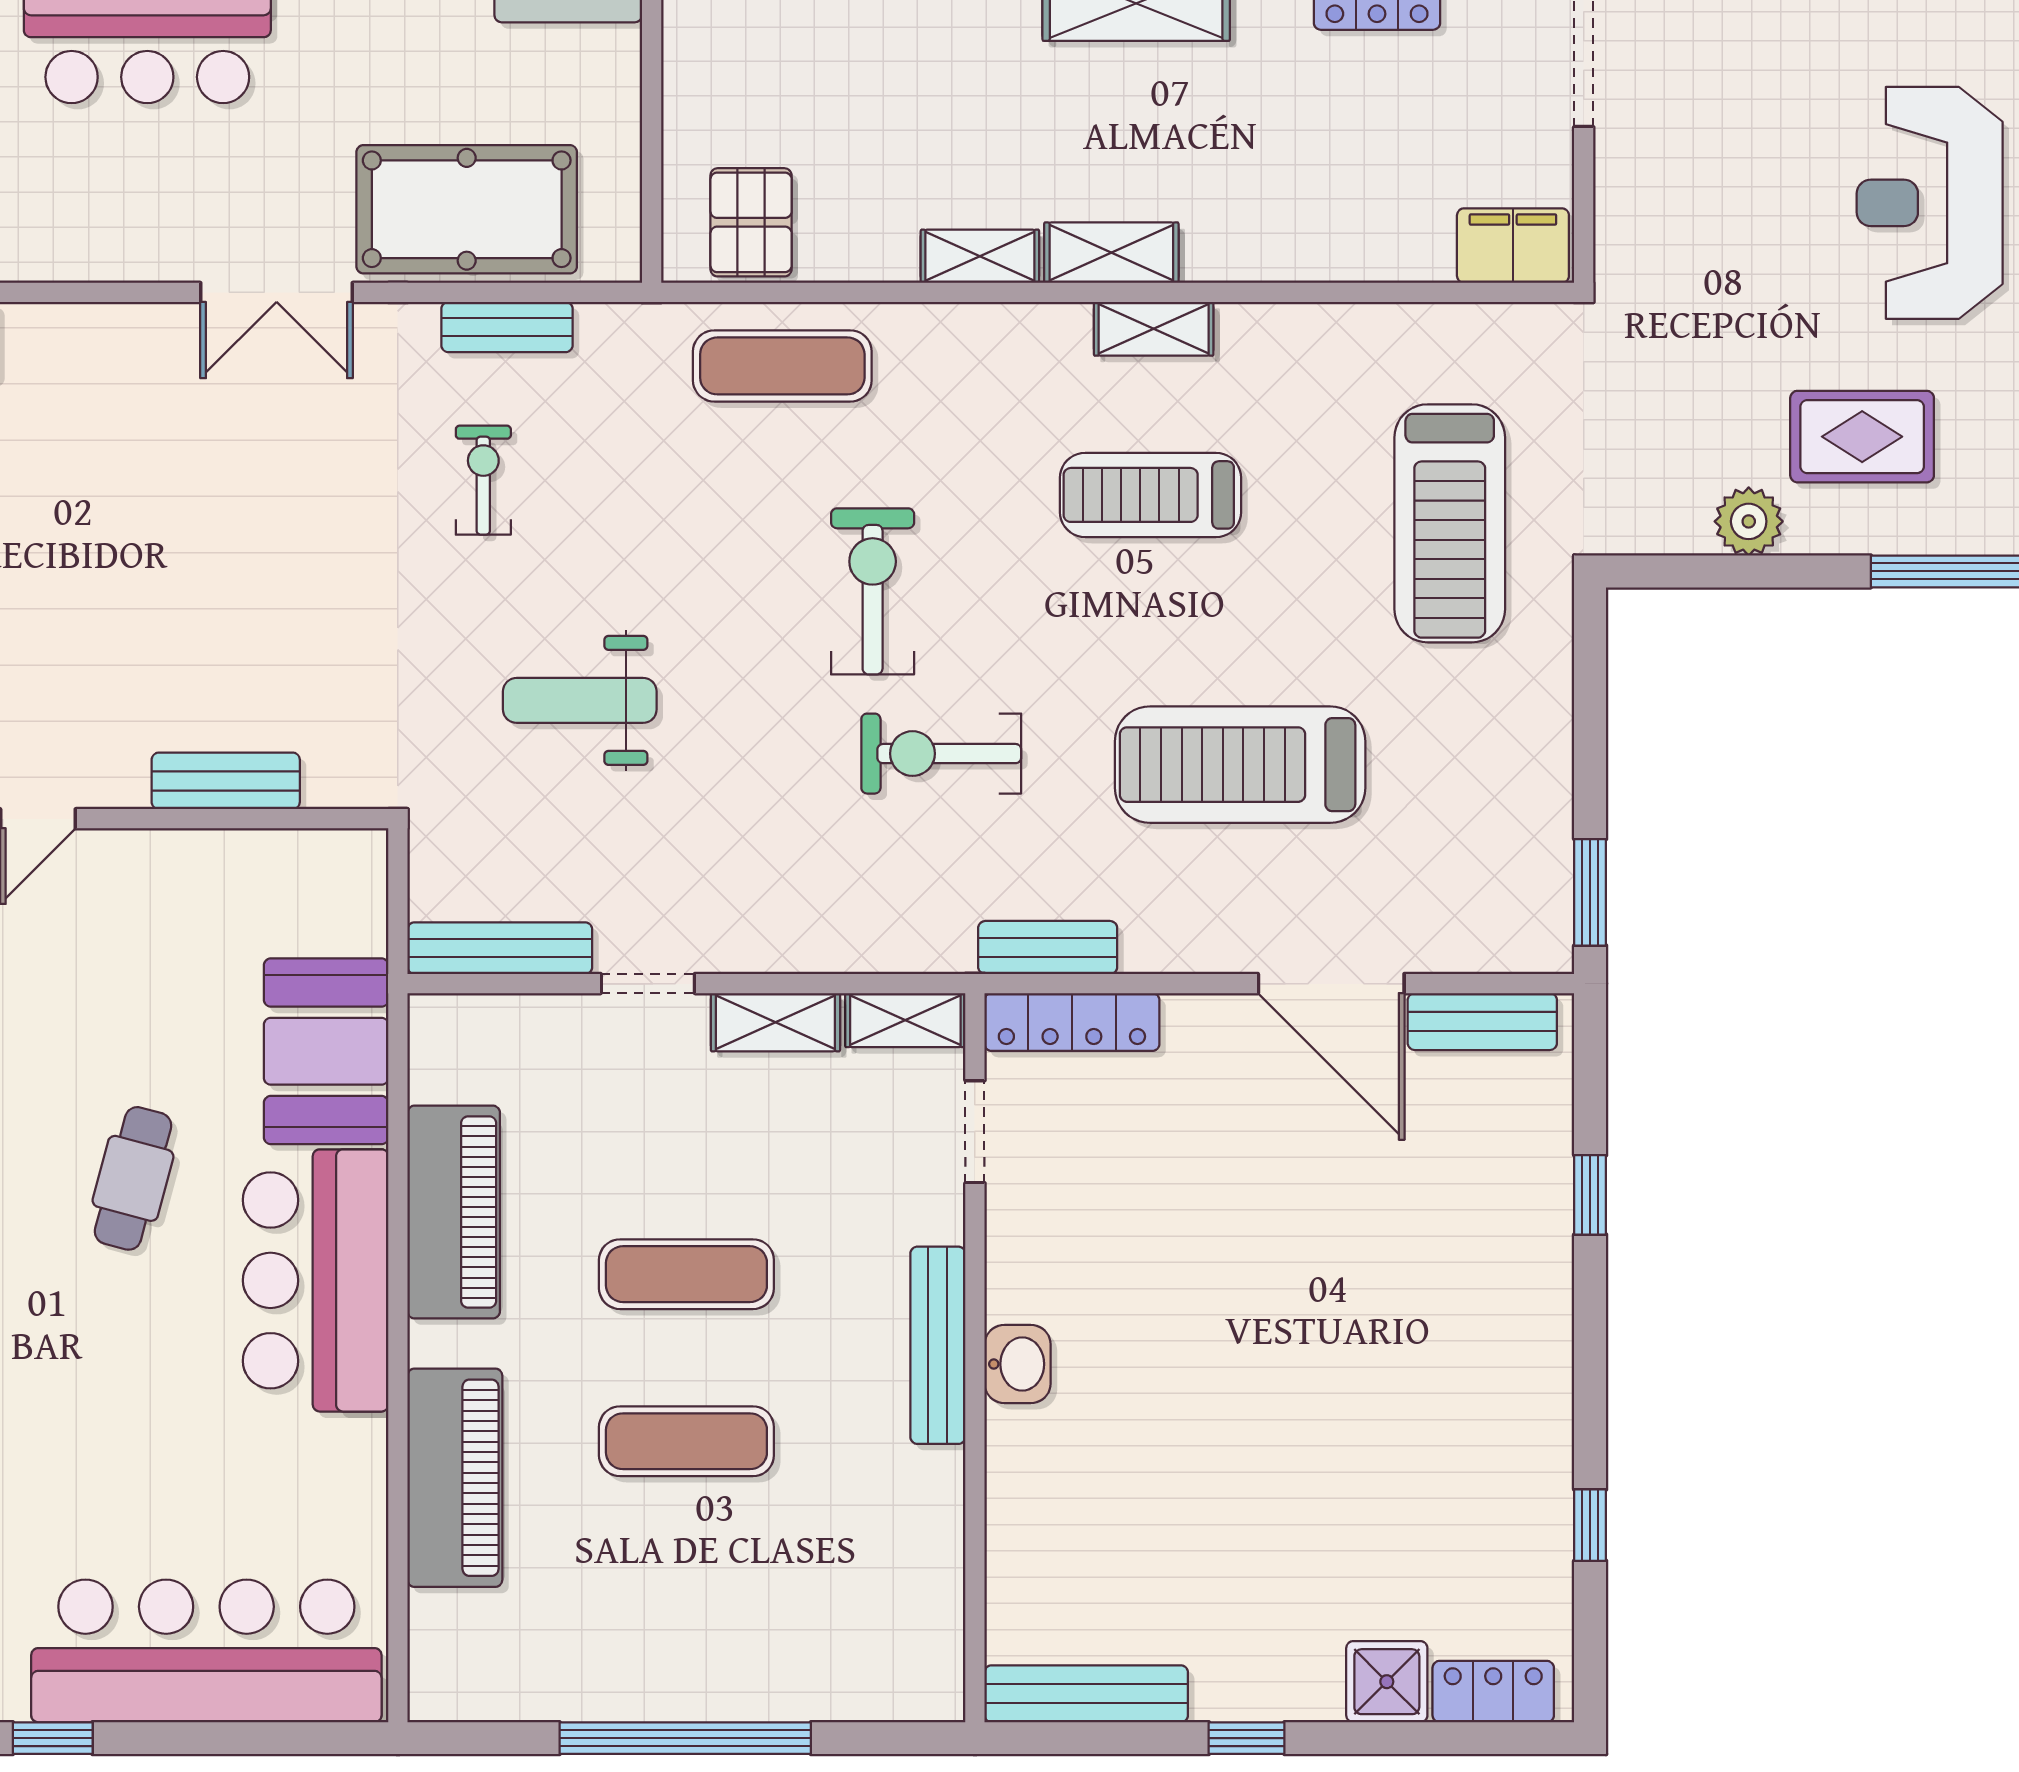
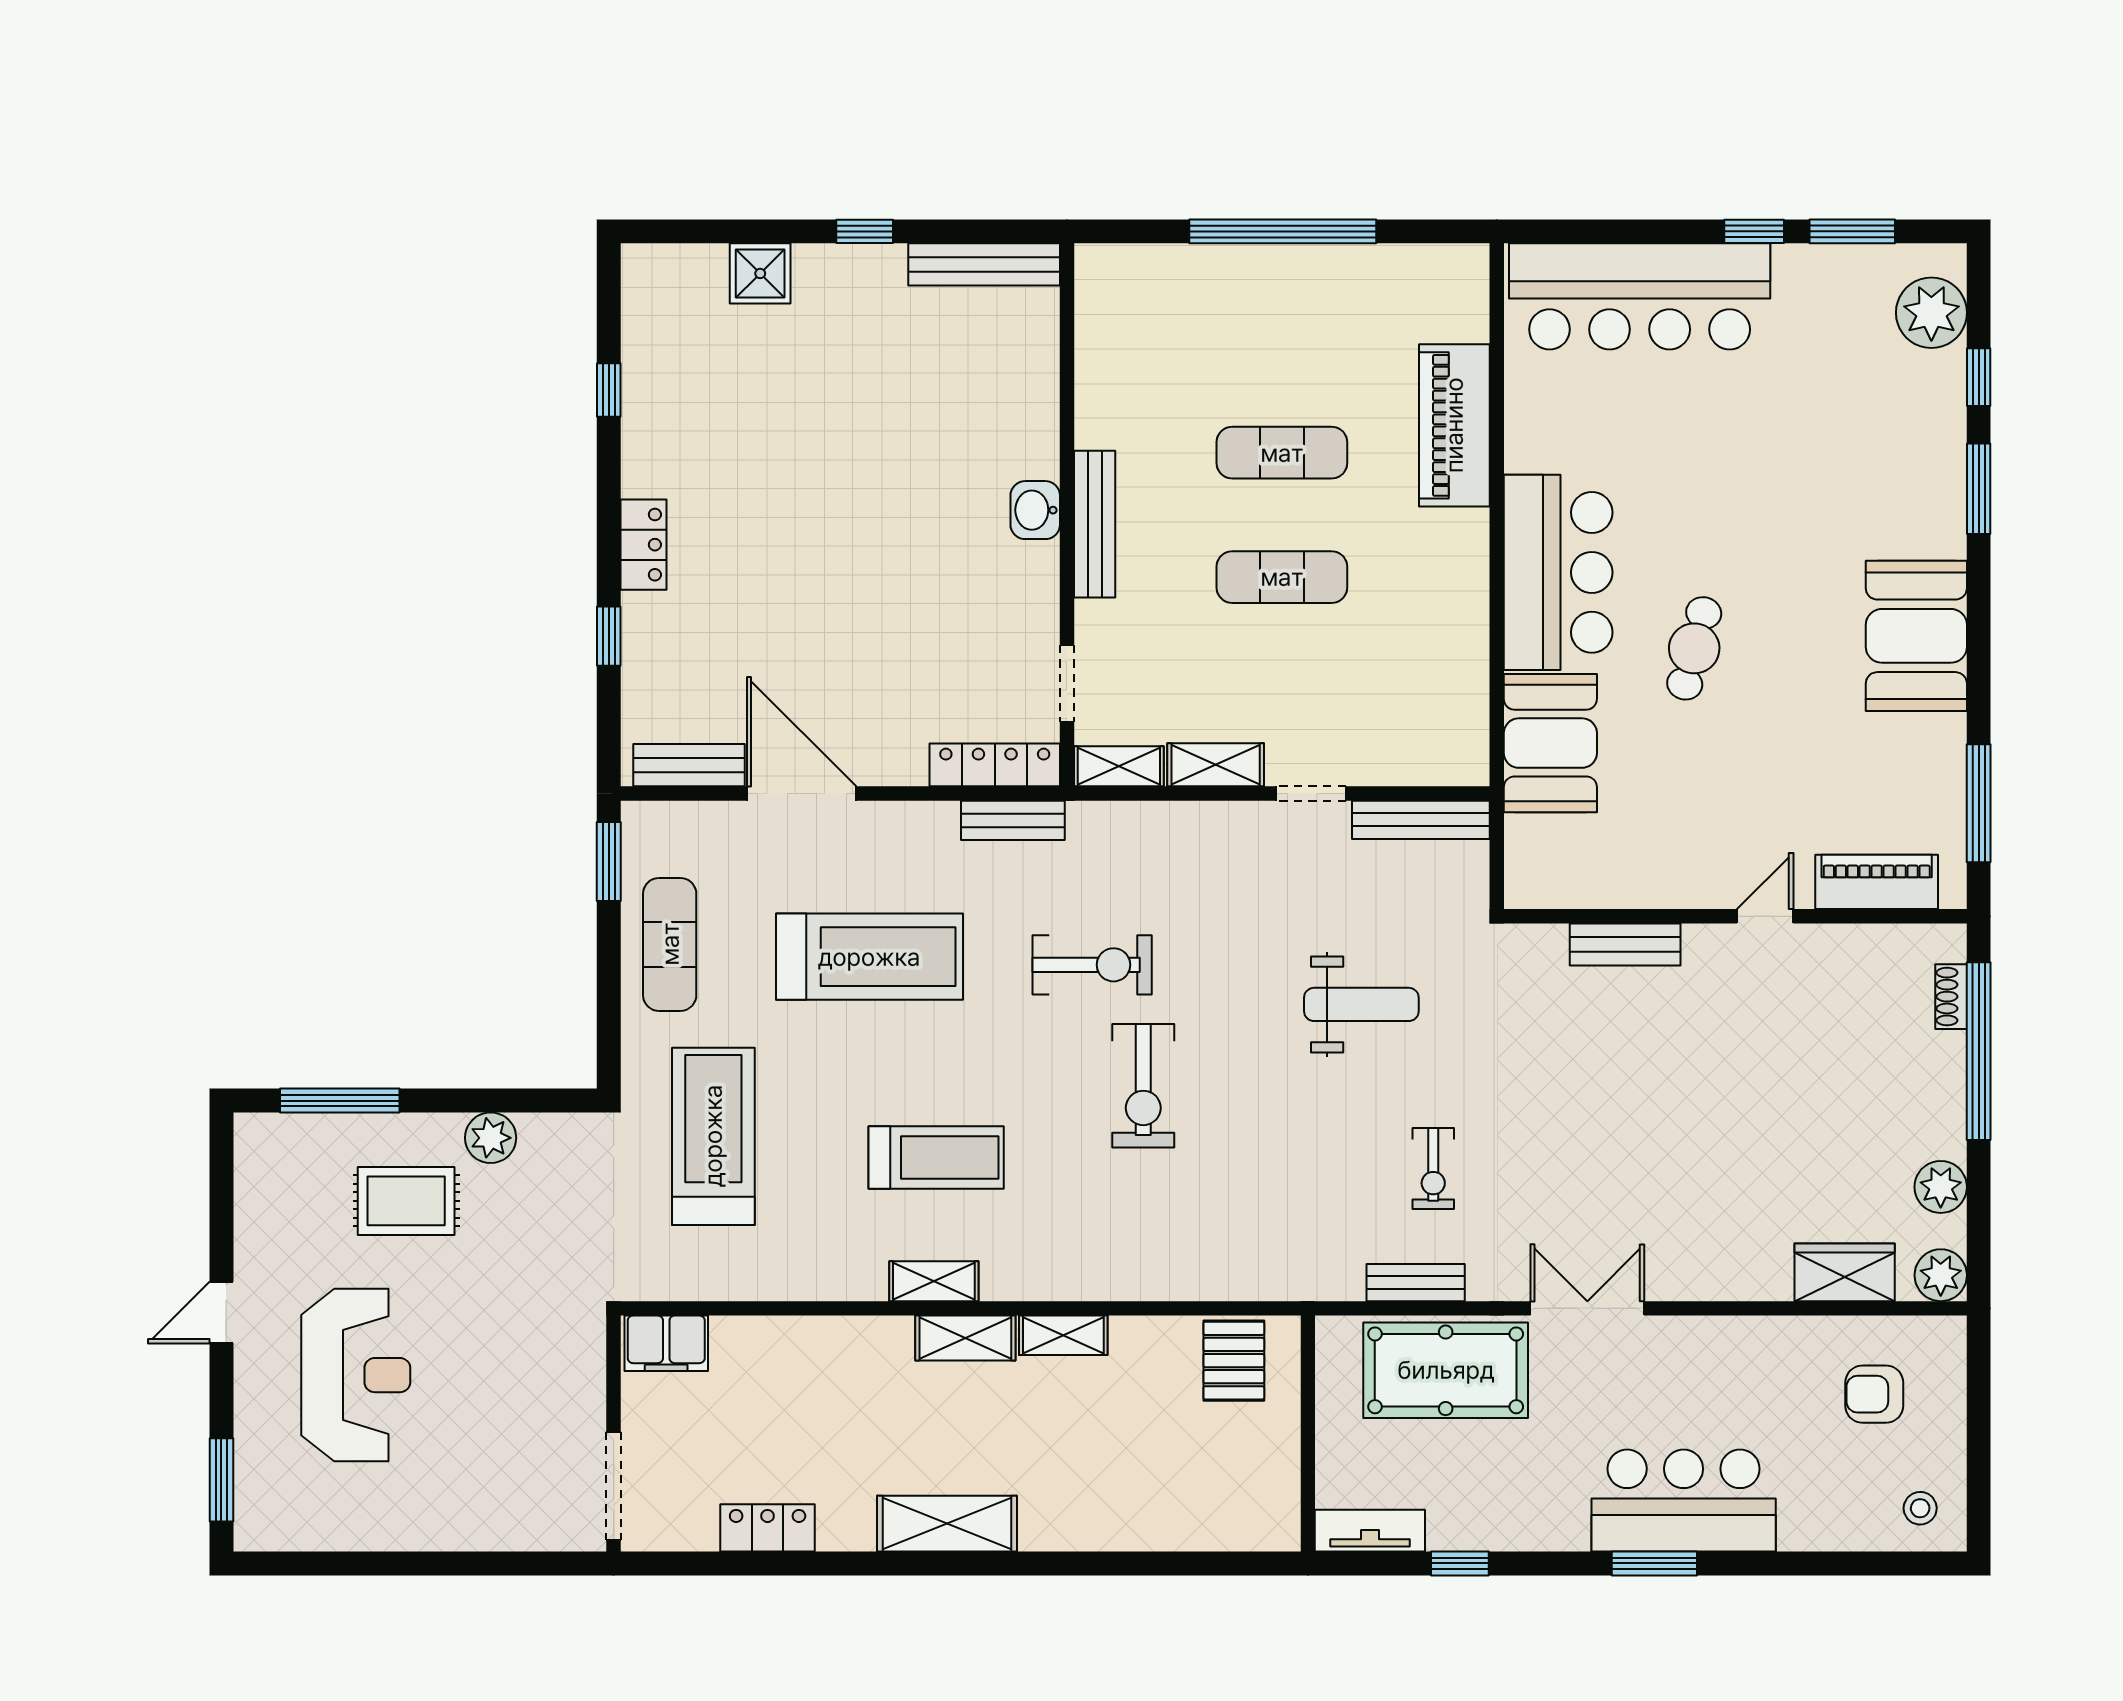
exercise mat: (782, 366) -> (670, 944), moved, turned 90
piano: (454, 1212) -> (1455, 623), removed
locker: (1493, 1692) -> (643, 545), moved, turned -90

